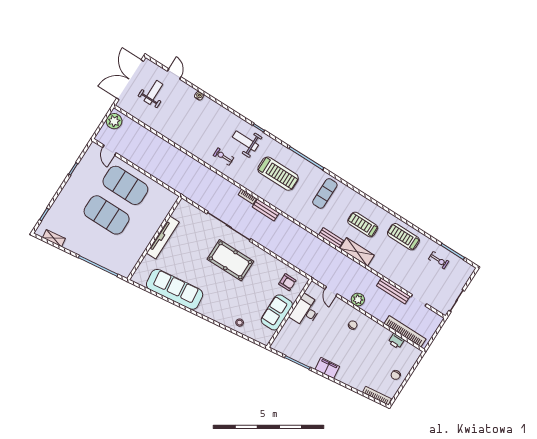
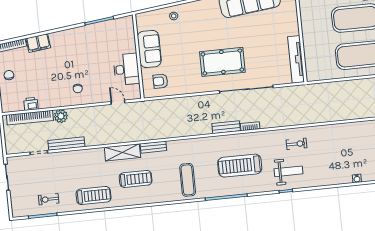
tv unit: (163, 238) -> (296, 59), moved
plant: (358, 300) -> (61, 116), moved
filing cabinet: (327, 368) -> (38, 43), moved

